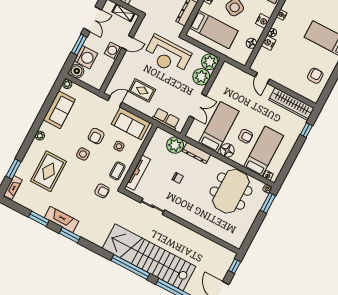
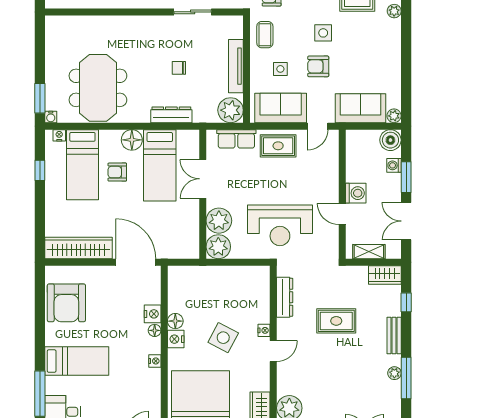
bed: (214, 29) -> (236, 293), removed
door: (127, 43) -> (342, 214), hinge flipped
floor lamp: (251, 43) -> (175, 321), moved
reception desk: (167, 55) -> (280, 225), turned 180
washing machine: (86, 57) -> (394, 165), width x0.53, depth x0.53
armchair: (315, 76) -> (66, 303), width x1.88, depth x1.88
door: (262, 78) -> (136, 262), width x1.88
rug: (142, 90) -> (278, 146), moved
sofa: (59, 110) -> (360, 108), moved, turned 90
window: (306, 130) -> (40, 170), moved
plant: (40, 136) -> (394, 11), moved
armchair: (96, 136) -> (318, 66), turned -90
plant: (175, 145) -> (231, 110), moved
tv unit: (138, 173) -> (236, 66), moved

